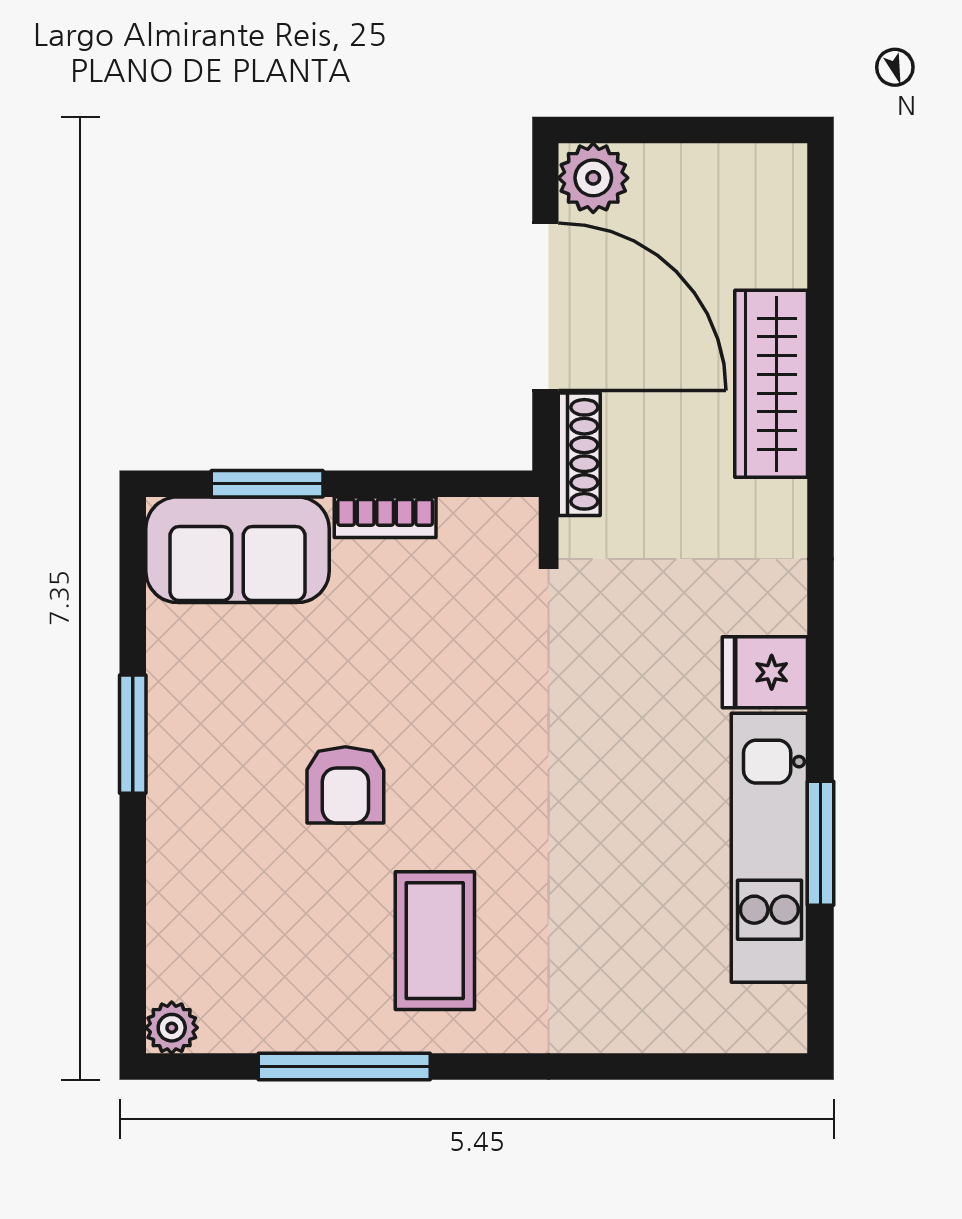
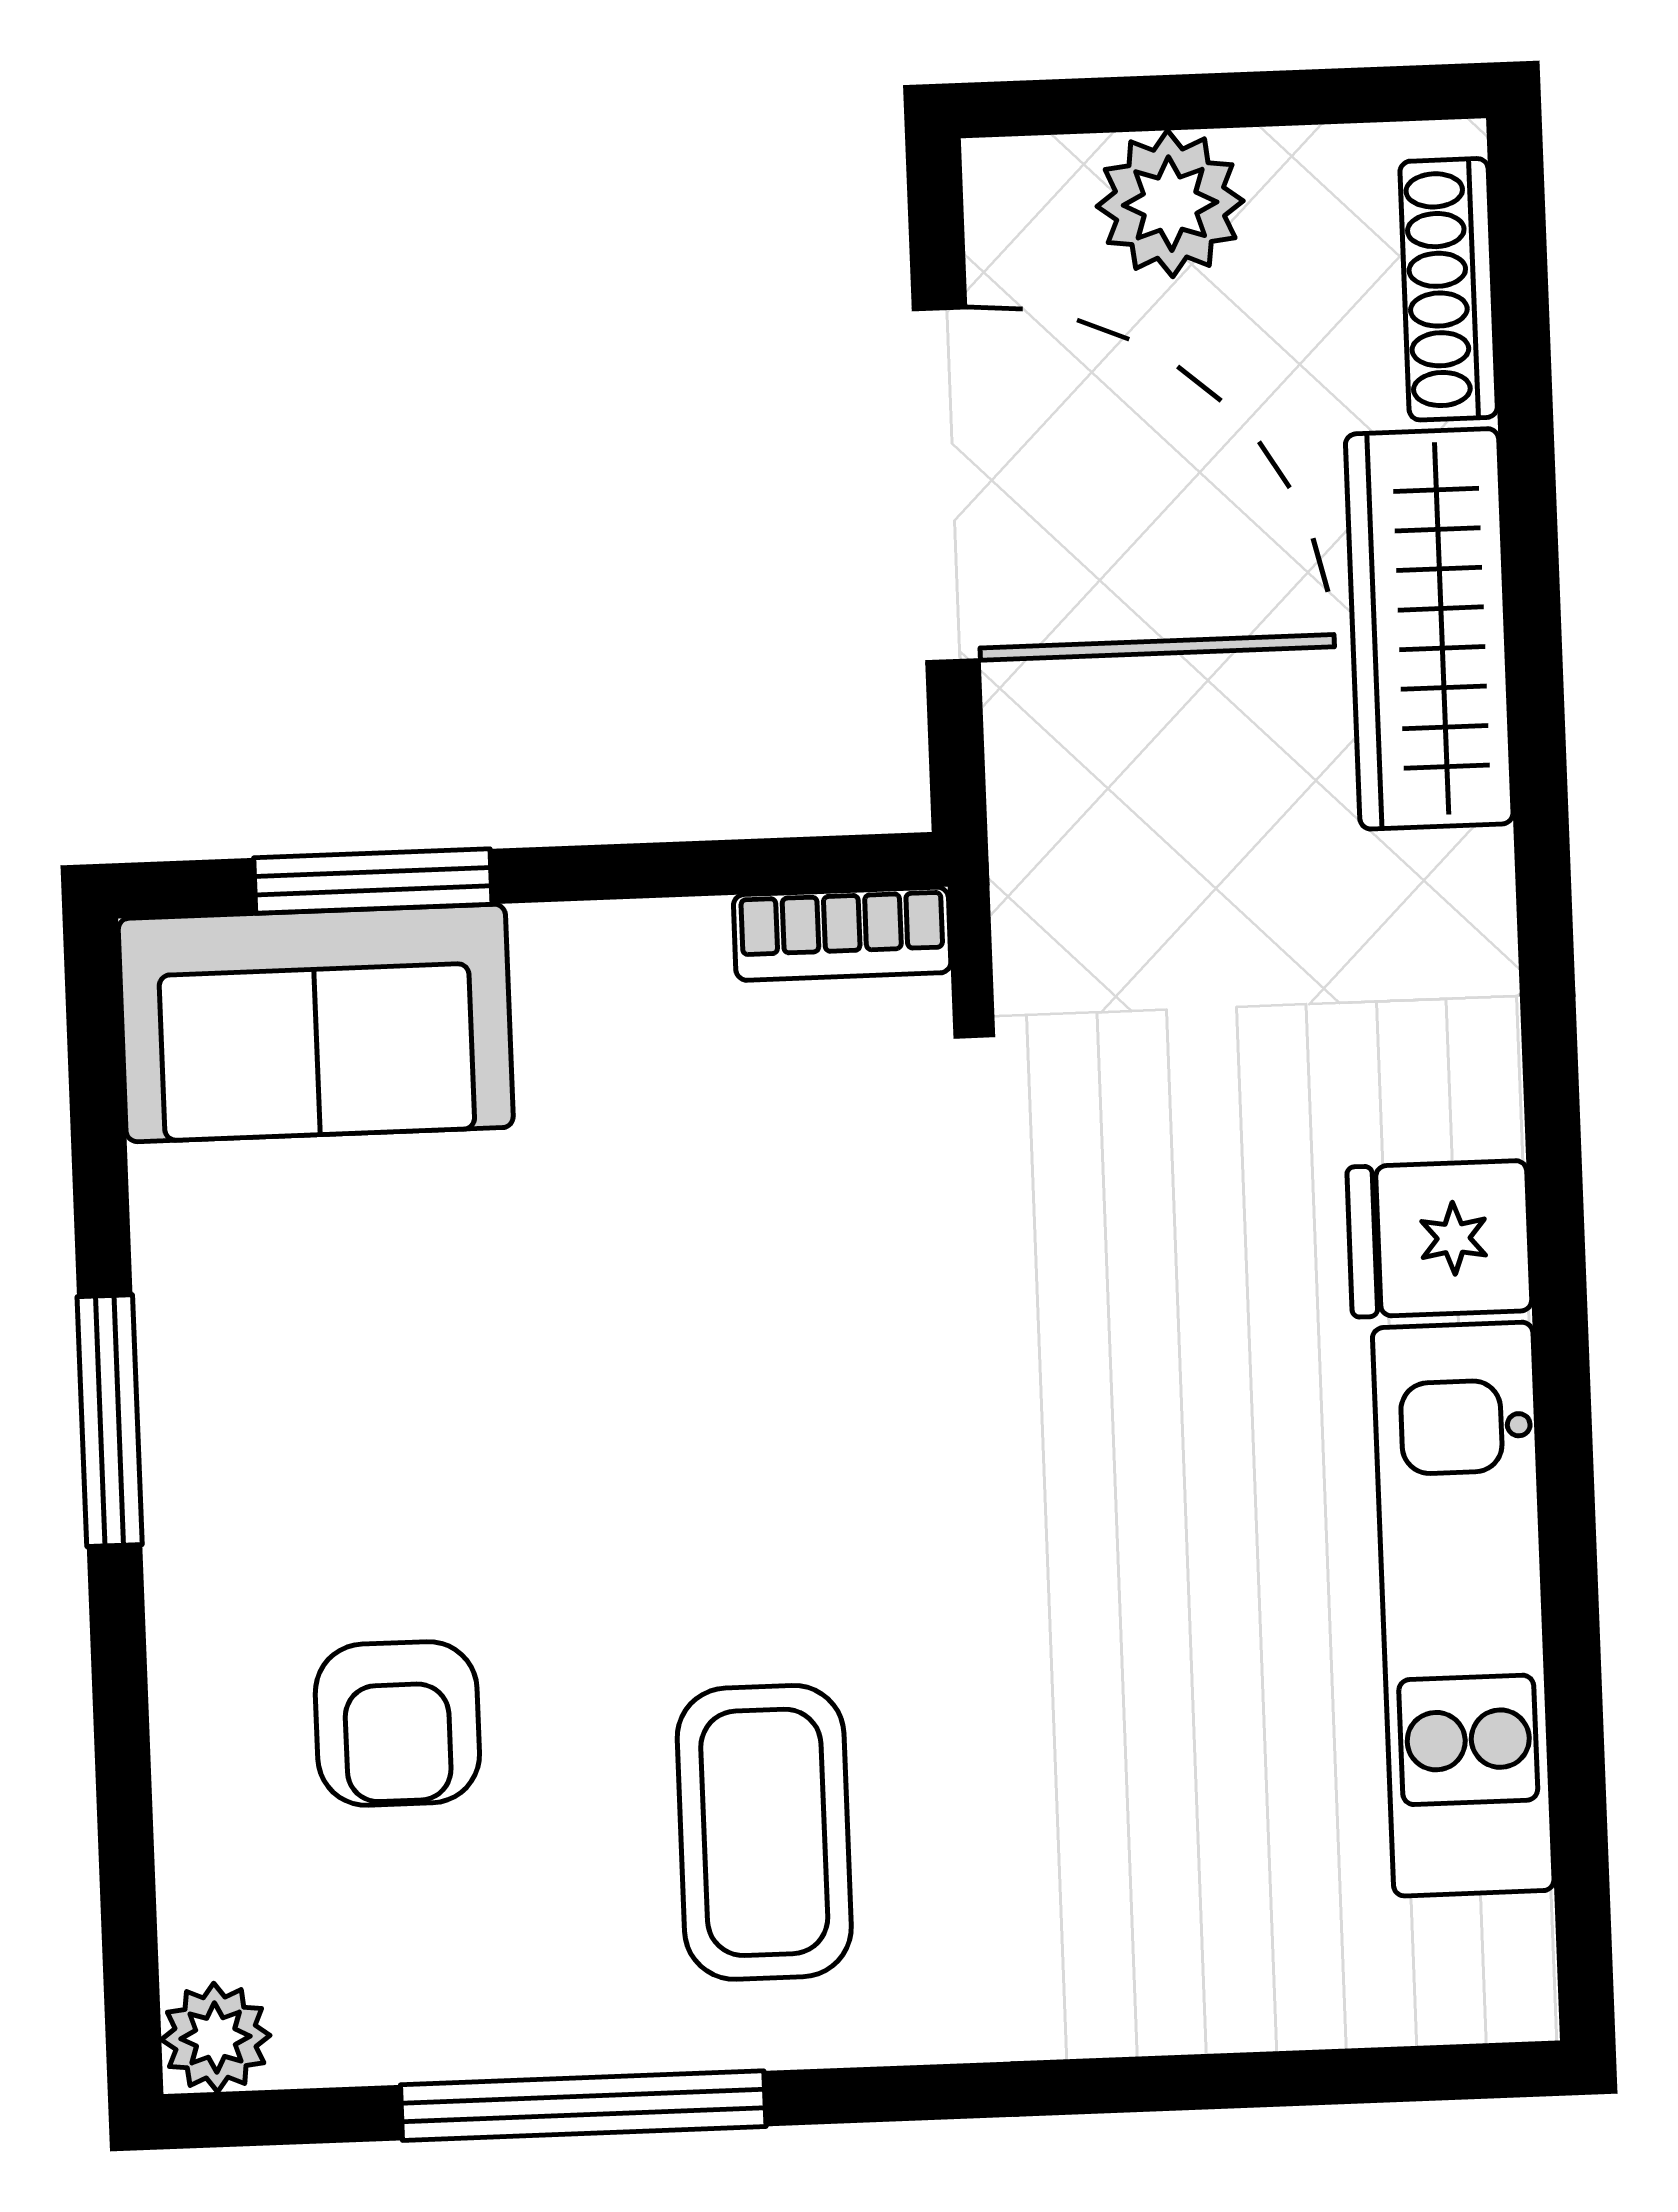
plant: (593, 178) -> (1170, 204), moved
shoe rack: (579, 454) -> (1449, 289), moved, turned 180
bookcase: (385, 517) -> (842, 934), moved
armchair: (345, 785) -> (397, 1723), moved
window: (820, 843) -> (1571, 1595), removed

